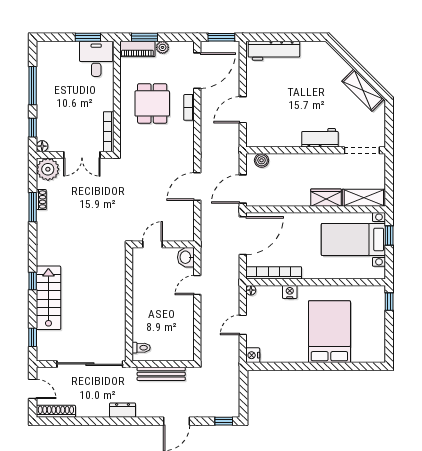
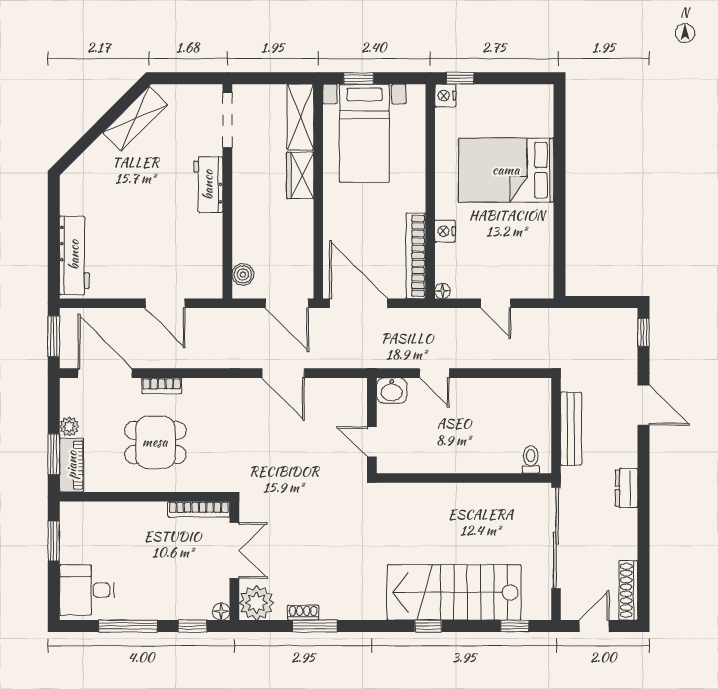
desk: (96, 59) -> (87, 590), moved
stairs: (48, 298) -> (454, 592), width x1.36, depth x1.51
nightstand: (253, 355) -> (445, 96), moved, turned 90

